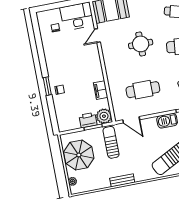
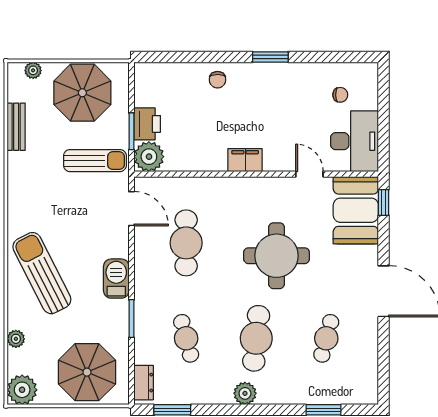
round table: (141, 44) -> (277, 256), width x1.36, depth x1.36
window: (47, 86) -> (270, 57), moved
filing cabinet: (101, 90) -> (245, 160), moved
door: (131, 120) -> (131, 209), swing flipped
bench: (122, 180) -> (16, 127), moved

